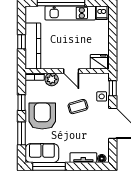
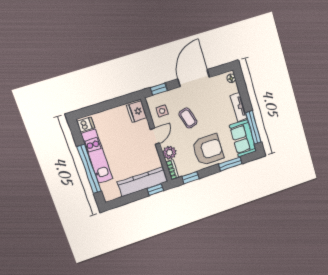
window: (22, 42) -> (155, 190), moved
side table: (102, 96) -> (162, 111), moved
window: (22, 103) -> (191, 177), moved
armchair: (42, 116) -> (208, 150), turned 180
tv unit: (83, 158) -> (239, 107), moved

